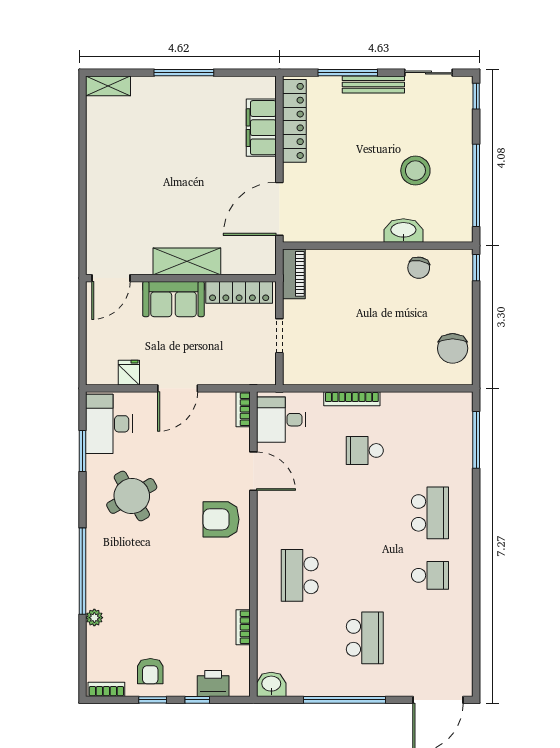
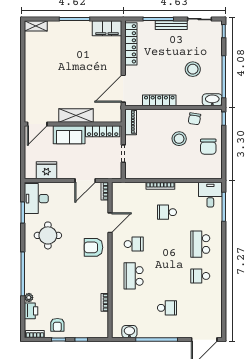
filing cabinet: (261, 128) -> (107, 28), moved, turned -90
washbasin: (403, 230) -> (212, 100), moved
locker: (350, 232) -> (159, 100), added
stool: (389, 307) -> (179, 139), added
chair: (453, 348) -> (208, 147), moved
fridge: (129, 373) -> (46, 170), width x1.88, depth x1.34
door: (178, 388) -> (85, 180), moved
desk: (281, 420) -> (210, 195), moved, turned 90
door: (253, 471) -> (110, 223), hinge flipped
round table: (132, 496) -> (48, 235), turned 30
school desk: (300, 513) -> (134, 244), added
school desk: (430, 513) -> (200, 244), turned 180
school desk: (430, 575) -> (200, 276), turned 180
school desk: (365, 638) -> (167, 308), width x0.54
printer: (213, 684) -> (31, 311), moved, turned 90
washbasin: (271, 684) -> (129, 332), moved

